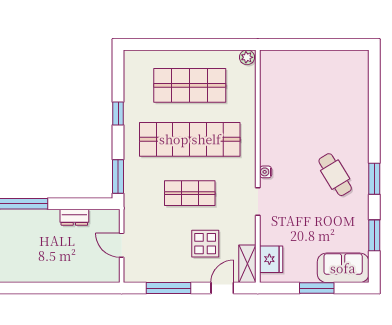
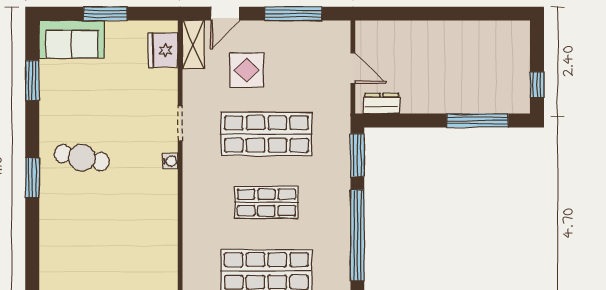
window: (118, 113) -> (357, 235), width x3.17
shop shelf: (190, 139) -> (266, 202), width x0.50, depth x0.74
cafe table: (335, 175) -> (82, 158), turned -47
window: (374, 179) -> (32, 178), moved
shop shelf: (190, 193) -> (266, 134), width x1.43, depth x1.36
dresser: (74, 217) -> (382, 104), moved

